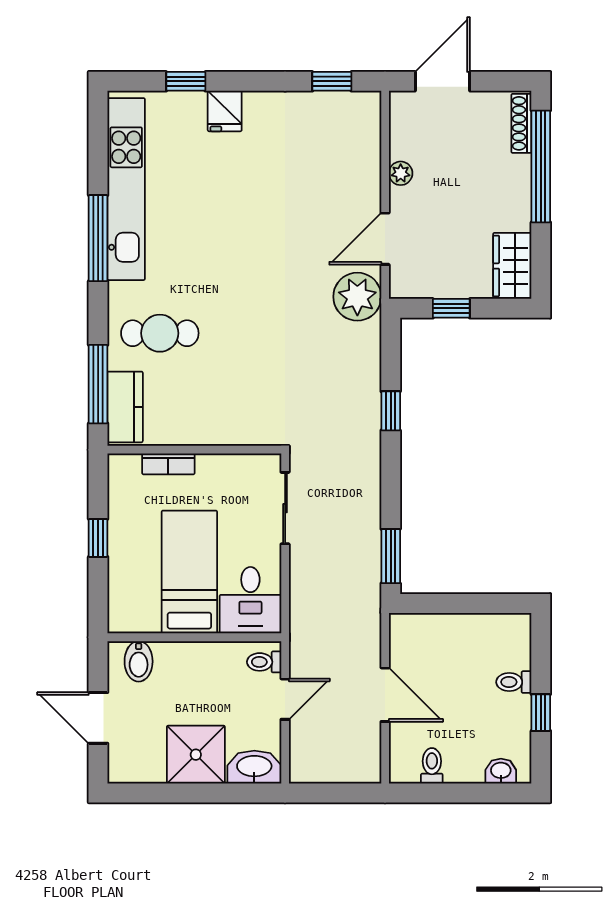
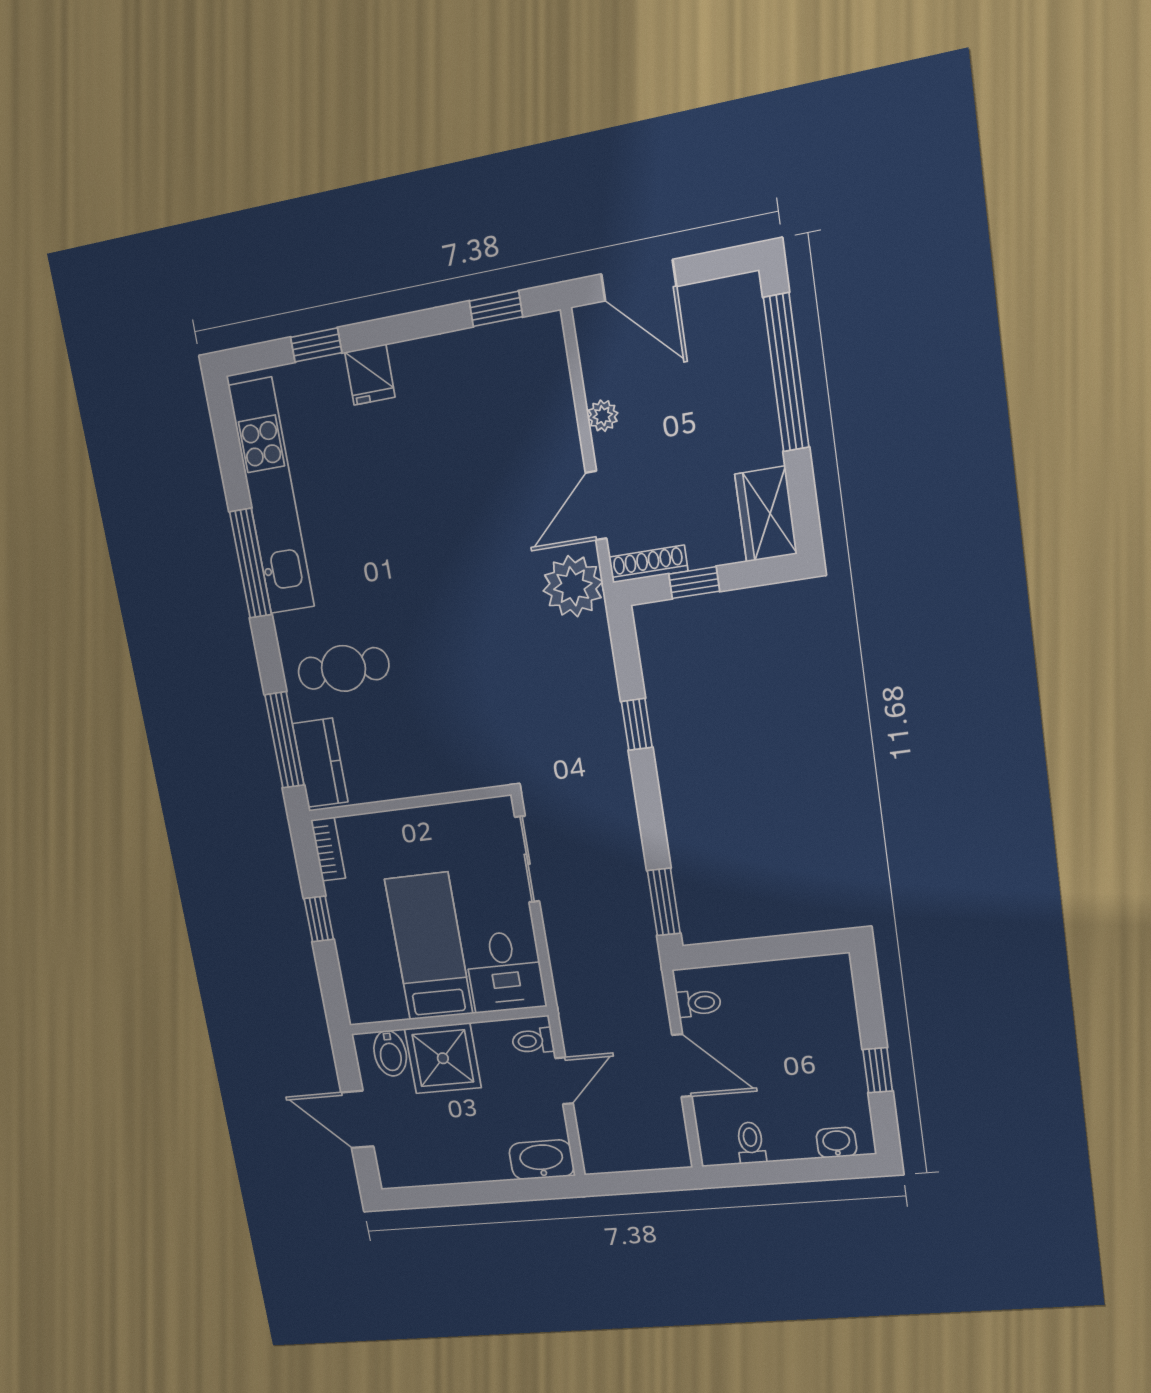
door: (442, 81) -> (639, 280), swing flipped
shoe rack: (521, 123) -> (648, 564), moved, turned 90
bookcase: (168, 464) -> (328, 849), moved, turned -90
toilet: (514, 682) -> (699, 1003), moved, turned 180
shower: (196, 755) -> (443, 1058), moved

